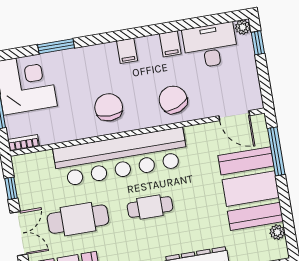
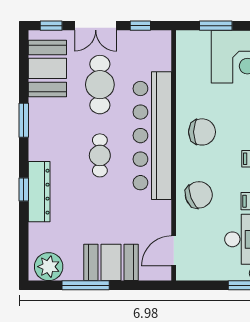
bookcase: (24, 143) -> (182, 45), removed
window: (276, 151) -> (86, 285), moved
booth: (251, 189) -> (111, 262), width x0.73, depth x0.70
plant: (277, 232) -> (49, 267), width x1.88, depth x1.88

